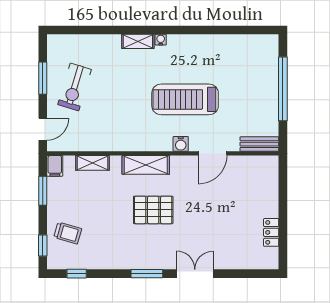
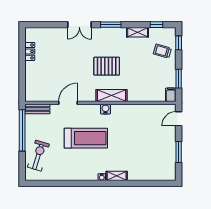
exercise bike: (74, 87) -> (38, 156), moved
window: (283, 89) -> (22, 130), moved
water cooler: (181, 144) -> (105, 109), moved
shelving: (92, 163) -> (138, 32), moved

